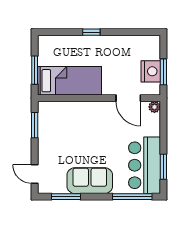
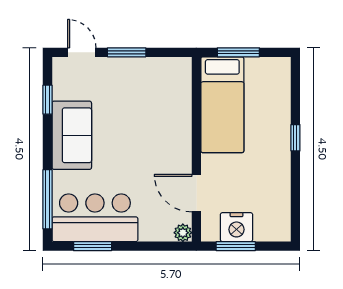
door: (128, 98) -> (196, 193), hinge flipped
window: (35, 125) -> (127, 52), moved
door: (35, 174) -> (82, 52), hinge flipped
window: (66, 197) -> (48, 100), width x0.67

